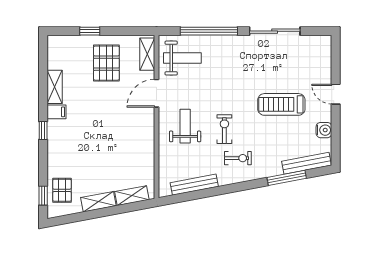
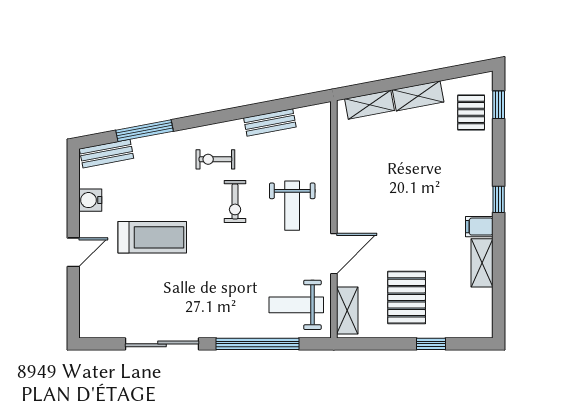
door: (336, 94) -> (73, 252), hinge flipped
bench: (306, 163) -> (107, 154), width x0.73
bench: (194, 185) -> (270, 122), width x0.73

